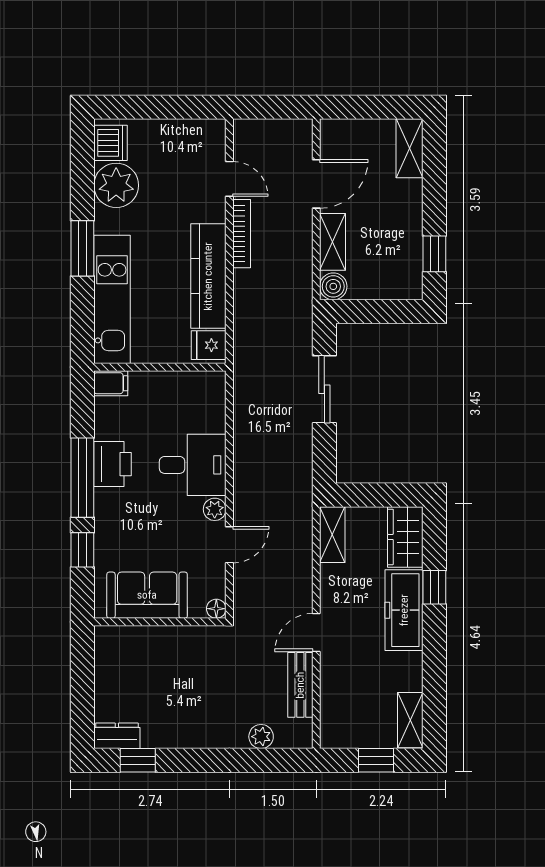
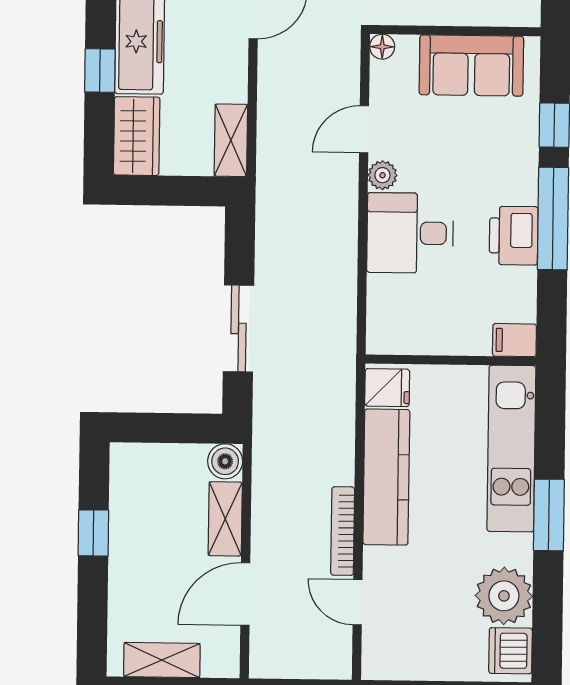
shelving: (409, 148) -> (162, 660), moved, turned 90
window: (434, 254) -> (93, 533), moved

